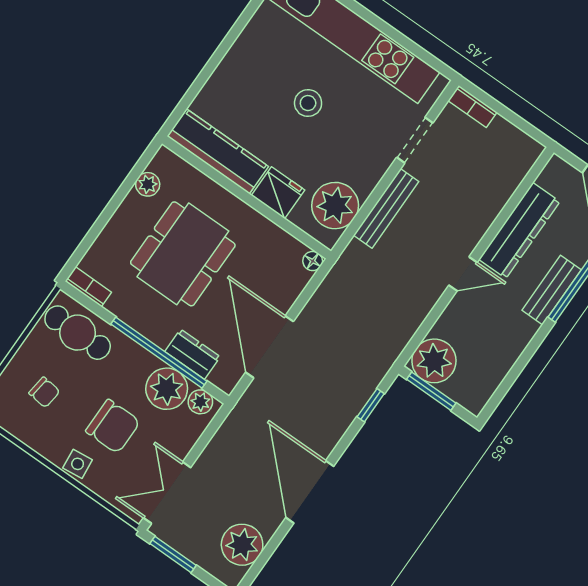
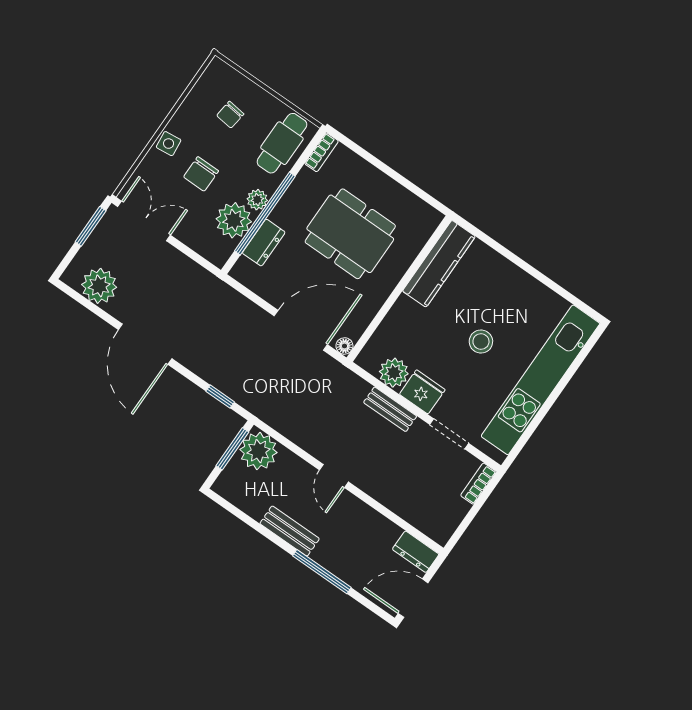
plant: (148, 184) -> (410, 203), removed
fridge: (278, 193) -> (422, 392), moved, turned -90
plant: (335, 206) -> (394, 373), width x0.73, depth x0.73
bench: (386, 208) -> (390, 409), width x0.73
dresser: (519, 230) -> (416, 552), moved, width x0.51, depth x0.80
bench: (552, 290) -> (290, 531), moved
door: (270, 347) -> (301, 330), moved
plant: (200, 402) -> (257, 200), moved
chair: (113, 426) -> (201, 174), width x0.73, depth x0.73
door: (310, 492) -> (145, 344), swing flipped

